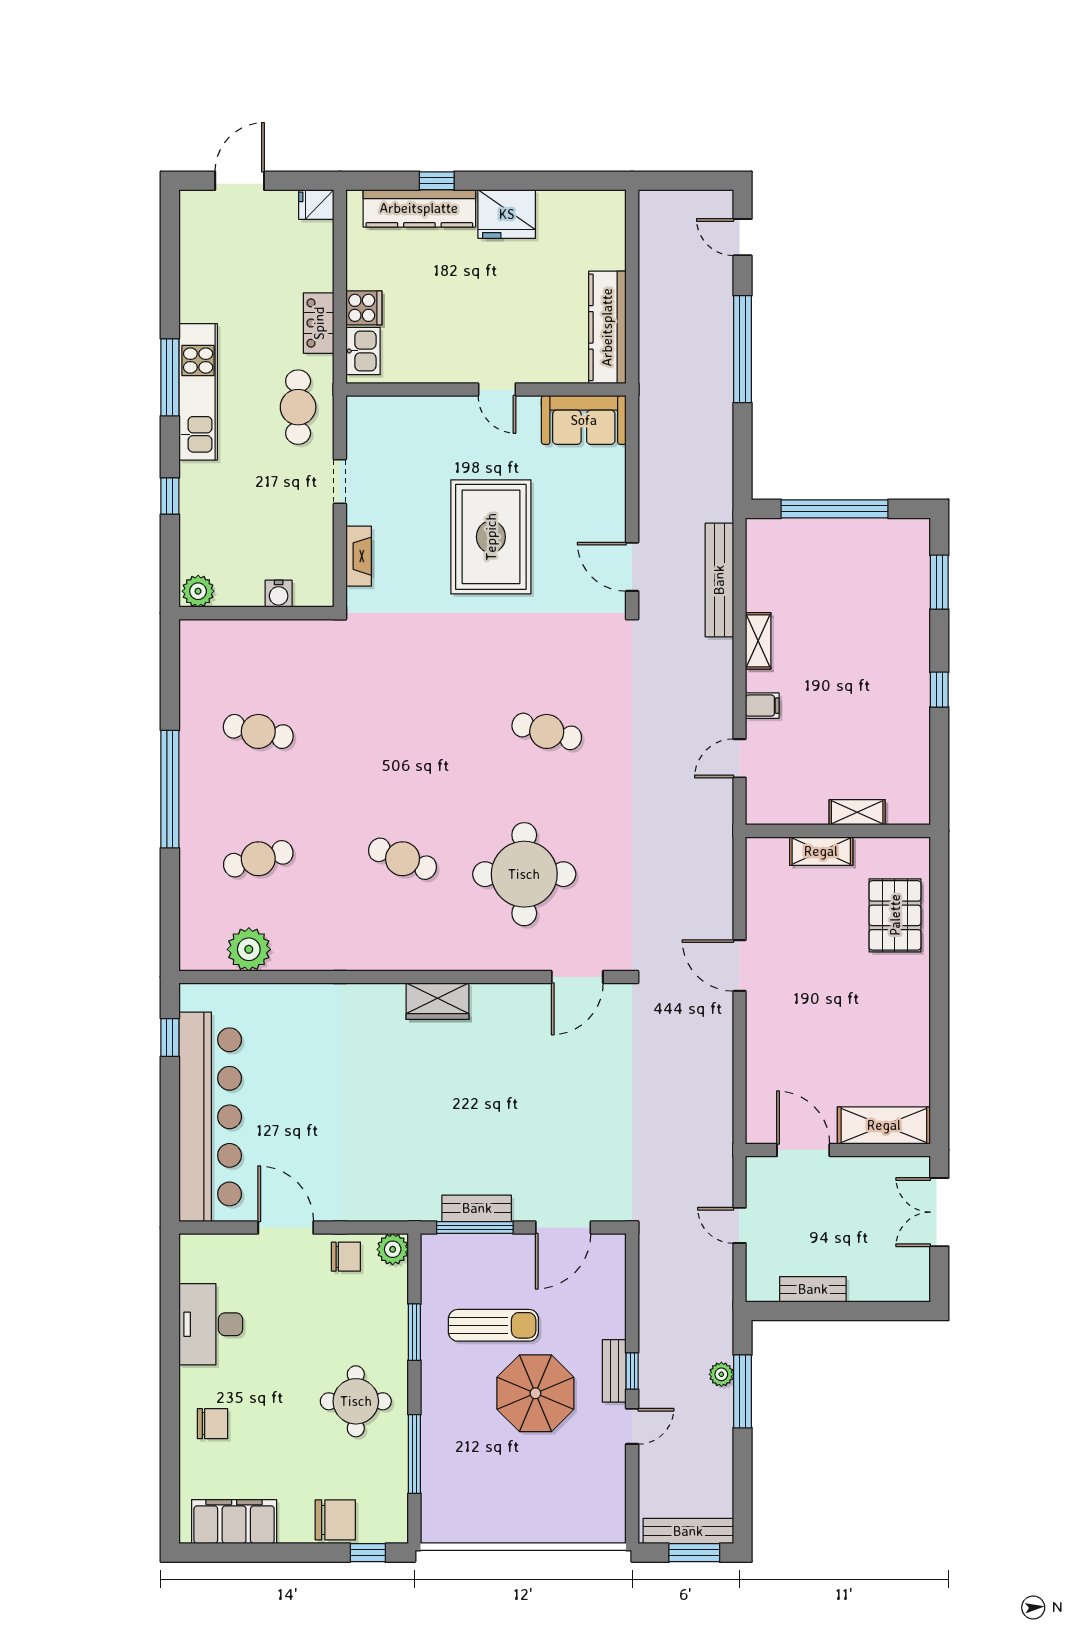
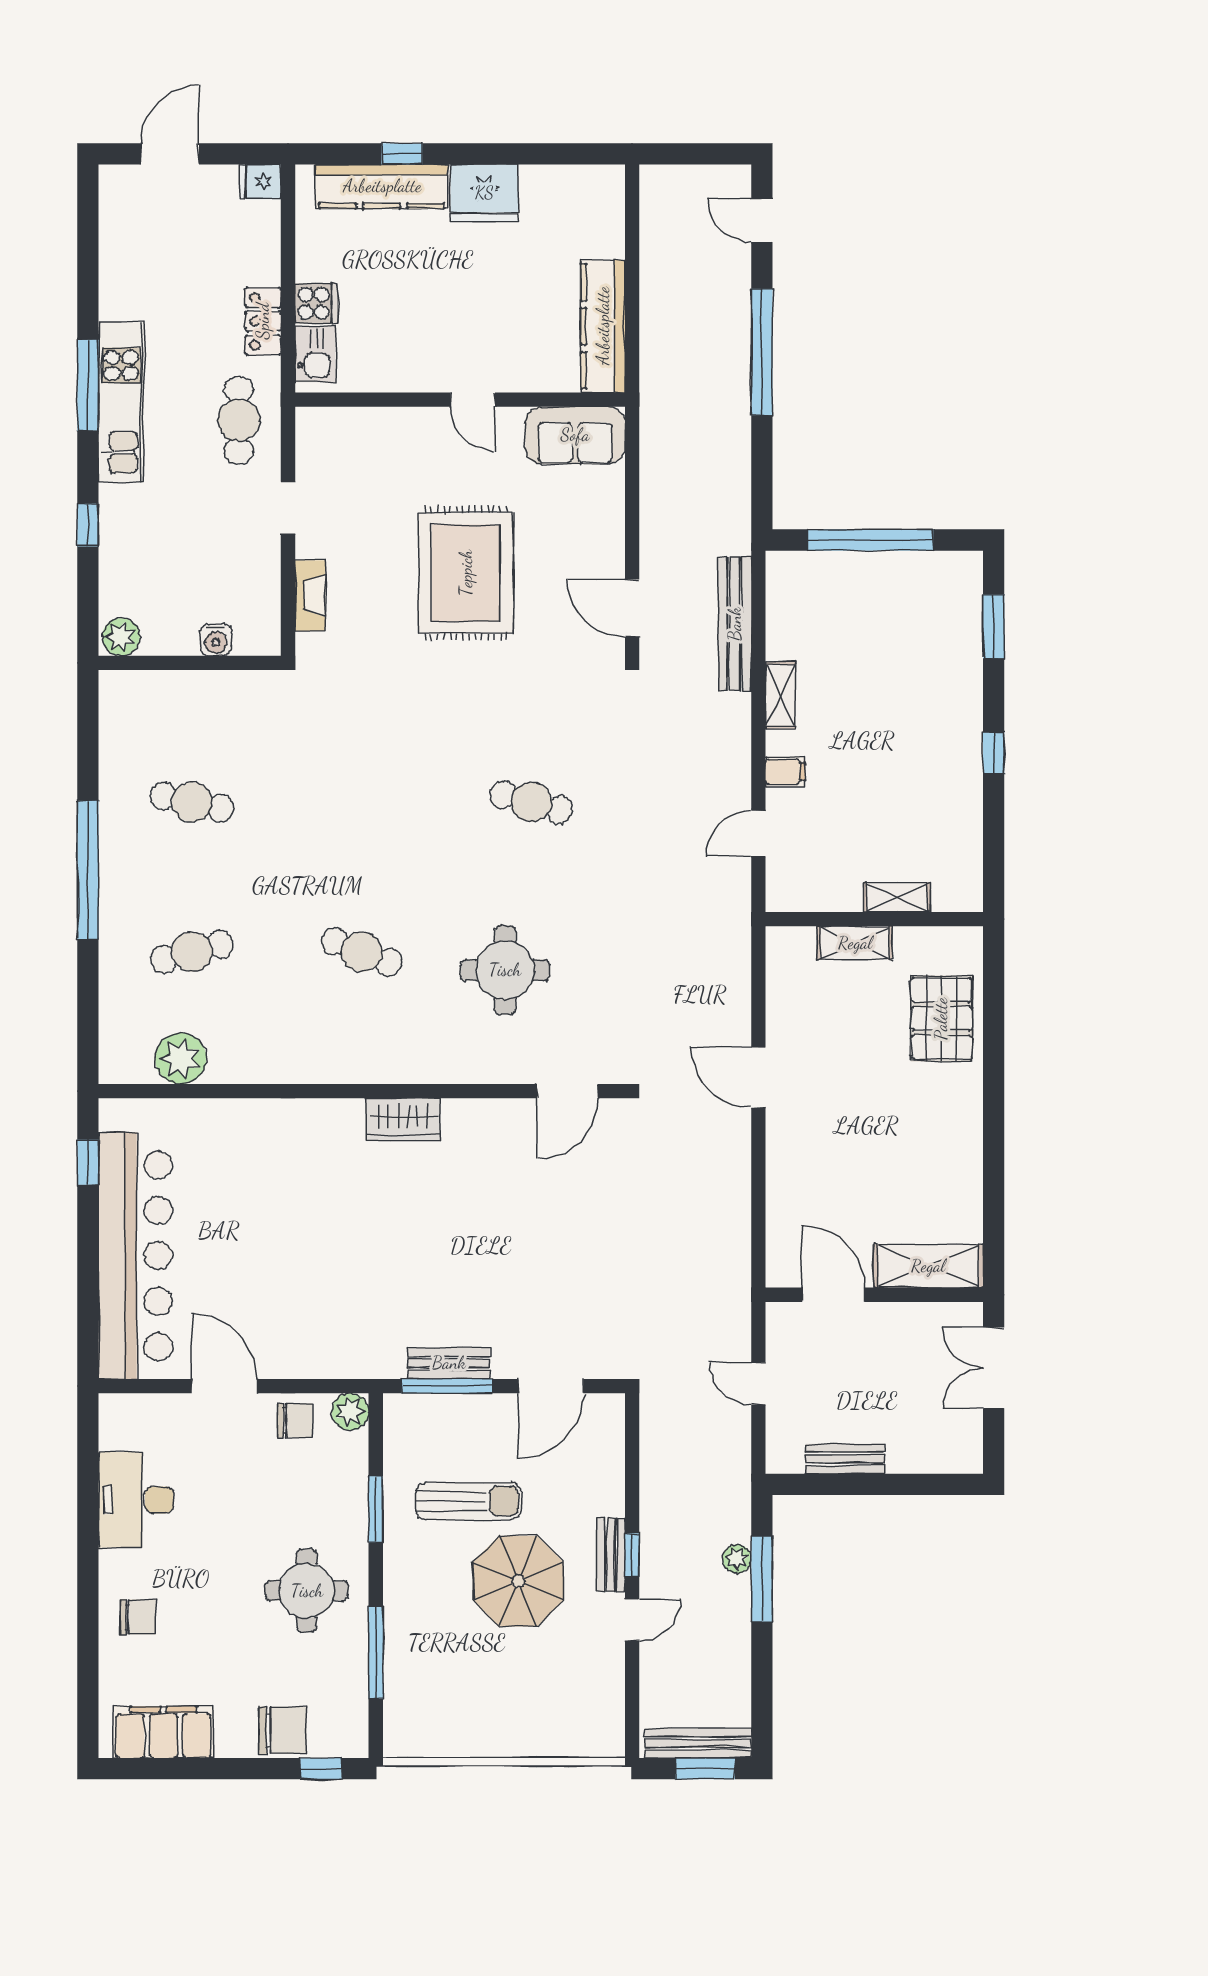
round table: (524, 874) -> (505, 970), width x0.73, depth x0.73

